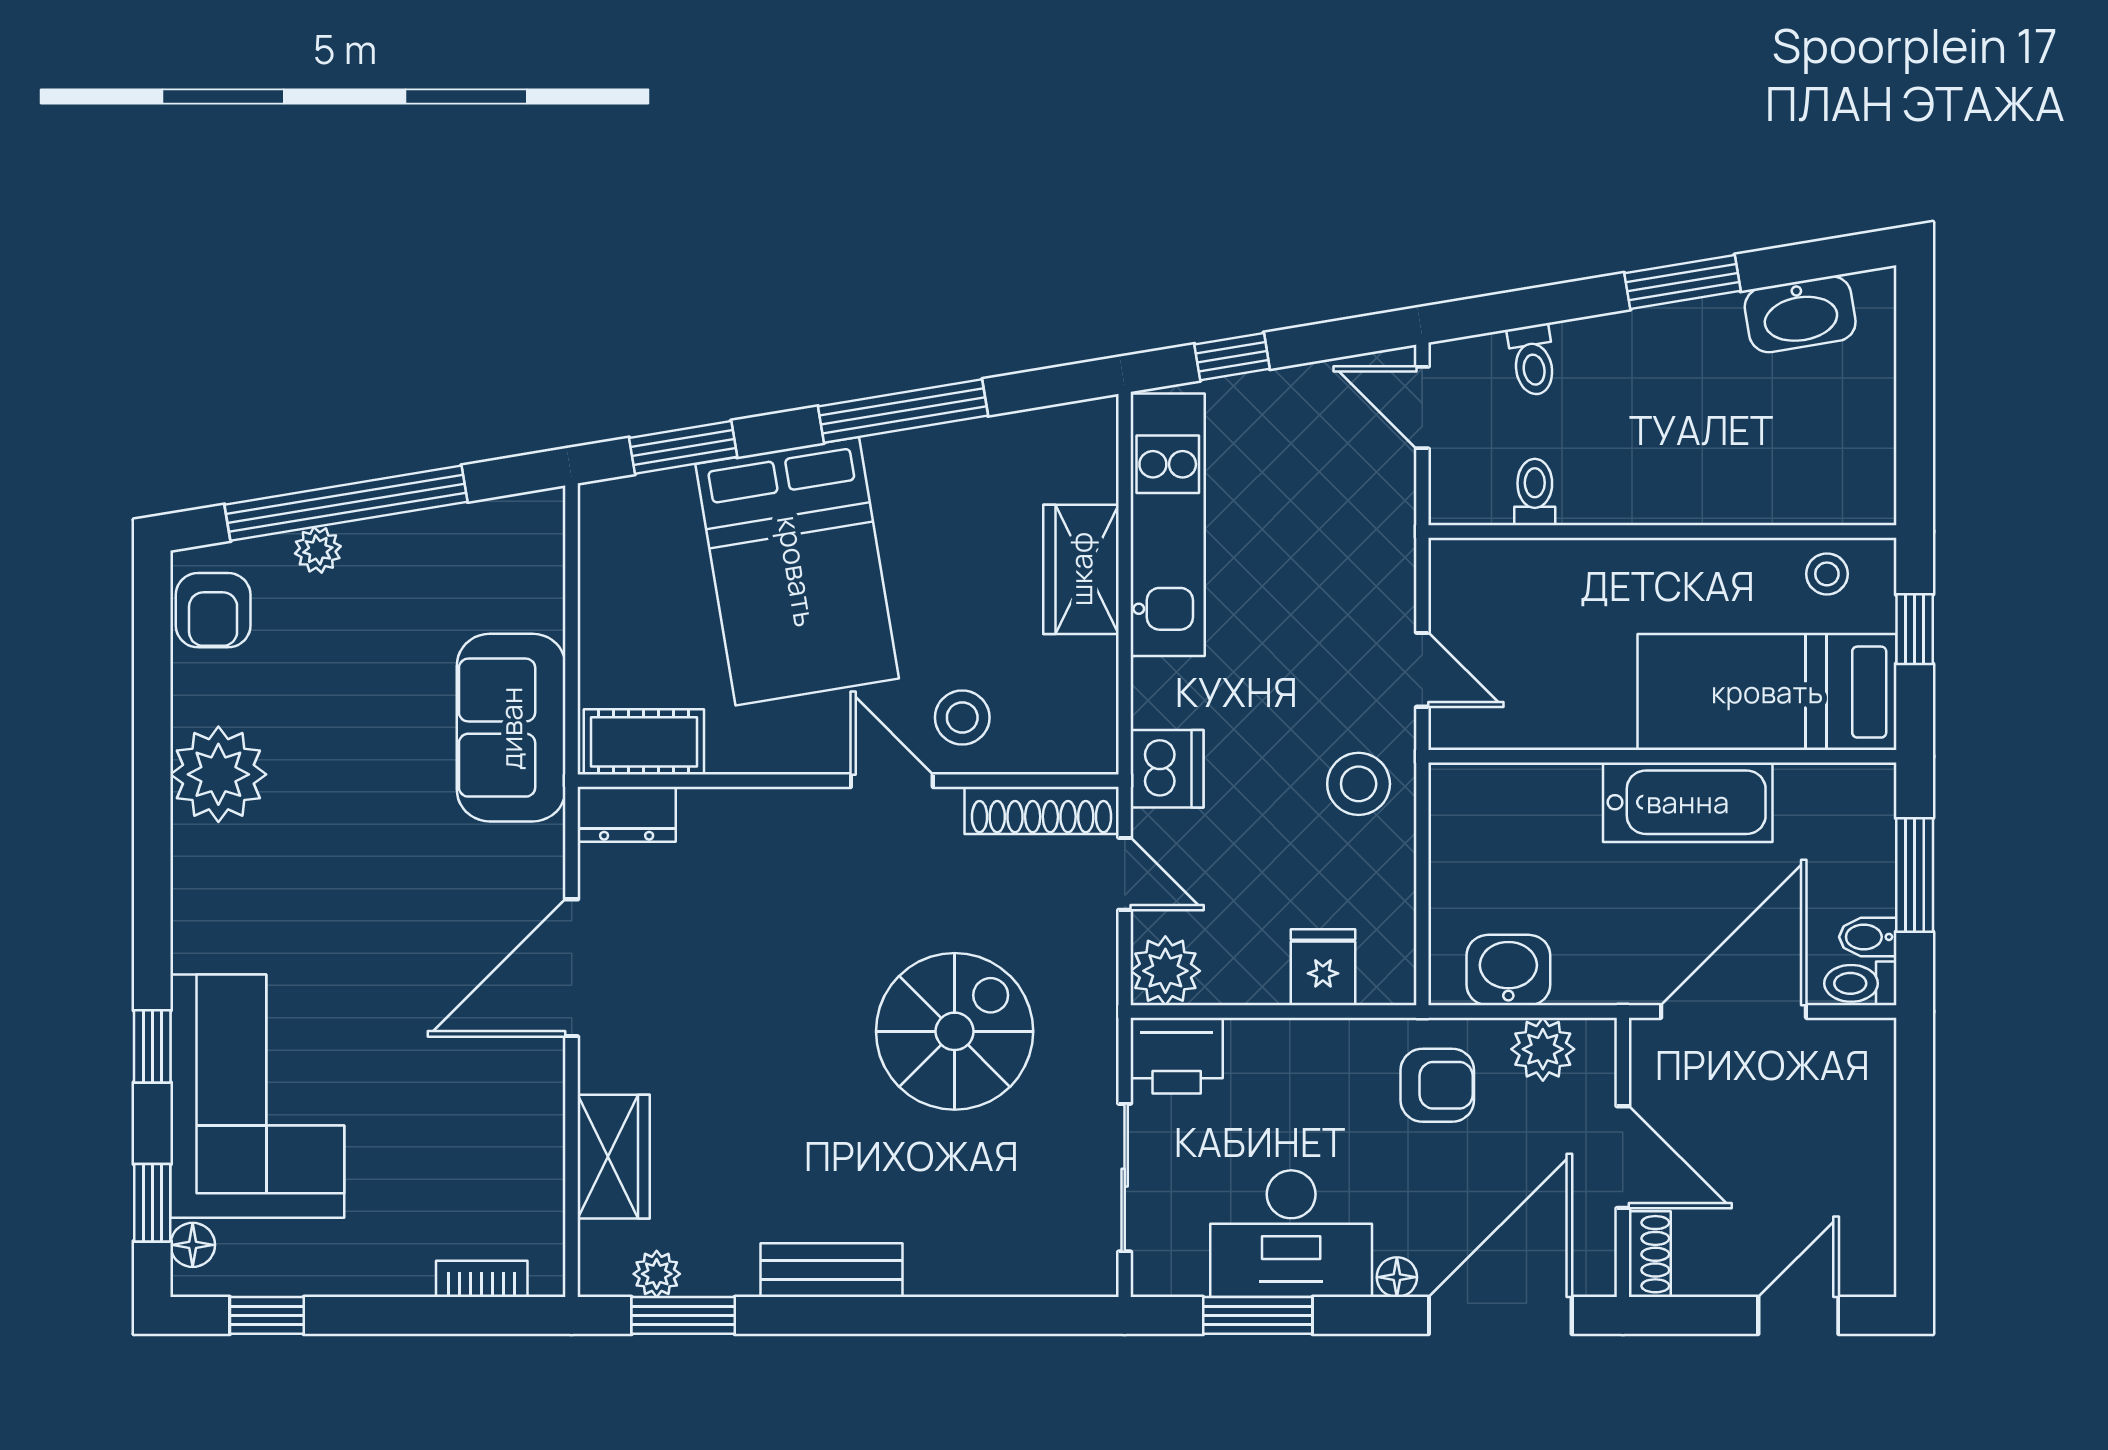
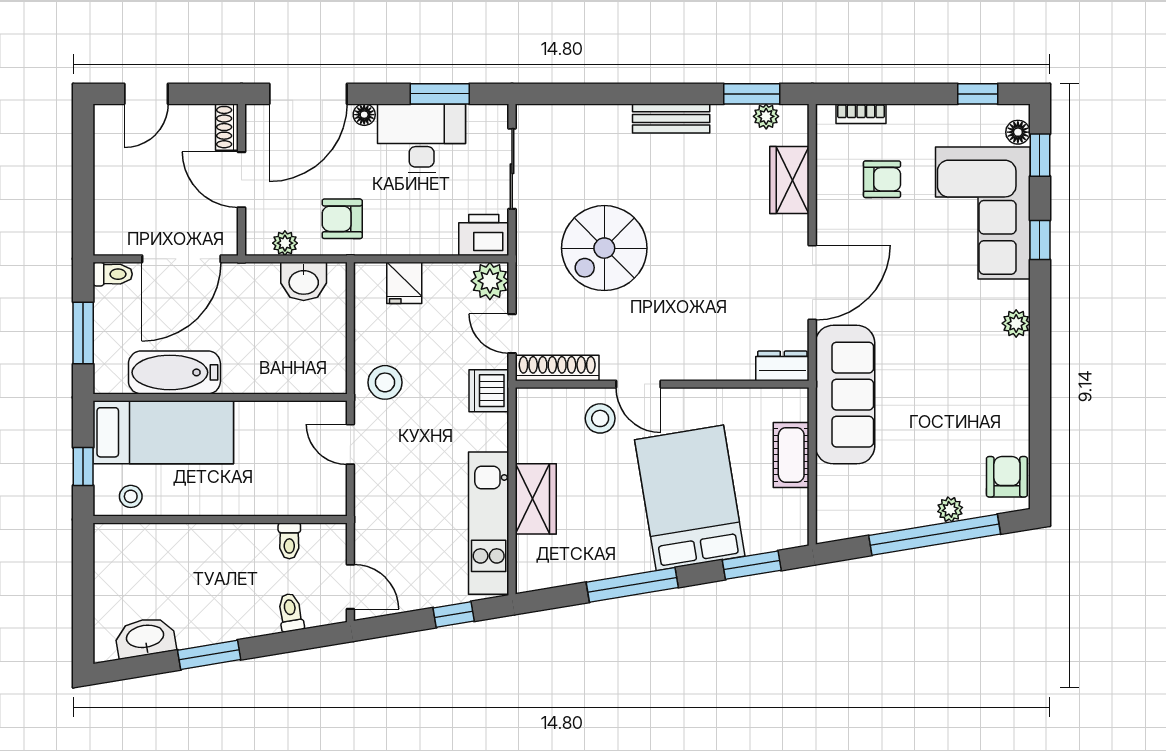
sofa: (511, 728) -> (845, 395), width x1.36
cot: (644, 742) -> (791, 455), moved, turned 90
plant: (218, 774) -> (1016, 323), moved, width x0.53, depth x0.53
bathtub: (1688, 802) -> (174, 372), moved
bidet: (1868, 937) -> (109, 299), removed
plant: (1543, 1049) -> (285, 243), width x0.73, depth x0.73
armchair: (443, 1158) -> (882, 179), added

